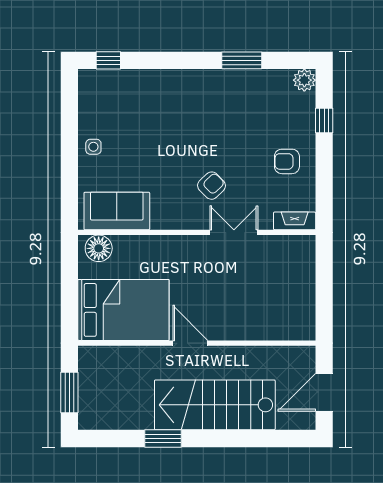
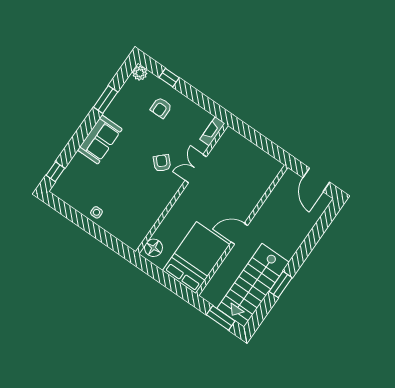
armchair: (287, 161) -> (161, 108), moved
sofa: (117, 211) -> (100, 140), moved, turned 180
stairs: (215, 405) -> (253, 285), moved

